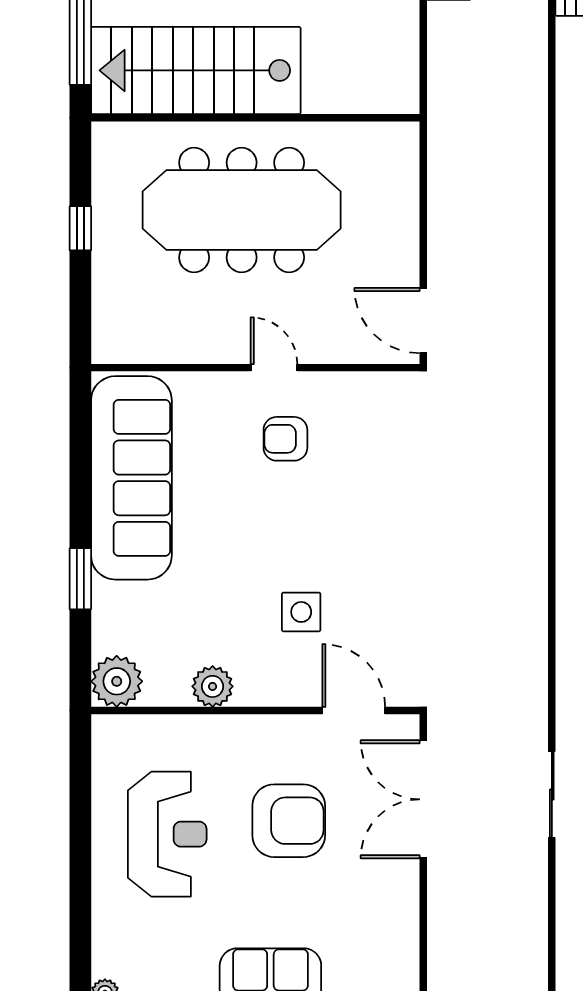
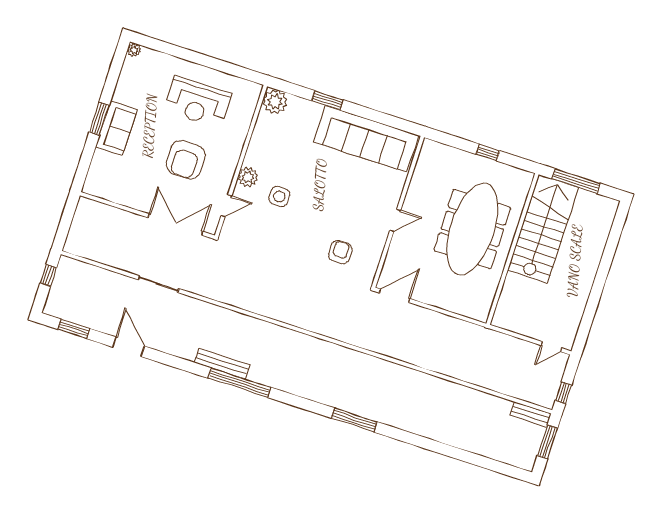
armchair: (285, 439) -> (340, 252), moved
plant: (213, 686) -> (248, 177), moved
door: (354, 711) -> (226, 206), width x0.73

